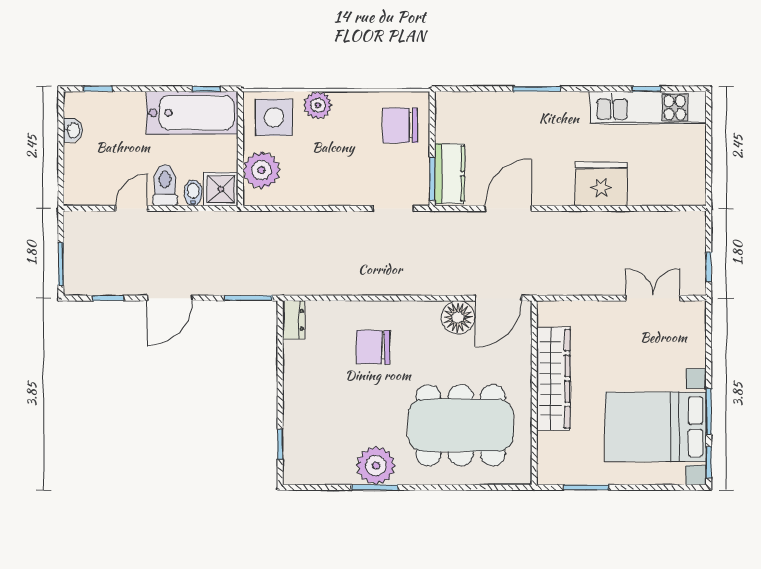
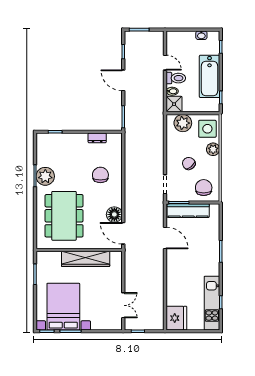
bathtub: (192, 113) -> (209, 76), moved
chair: (348, 157) -> (189, 163), added
kitchen counter: (450, 174) -> (188, 211), width x1.50
fridge: (601, 184) -> (176, 318), moved
dresser: (293, 320) -> (97, 138), moved

